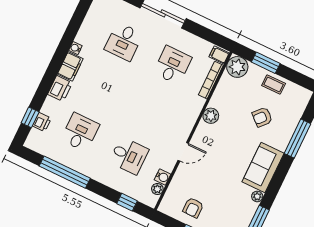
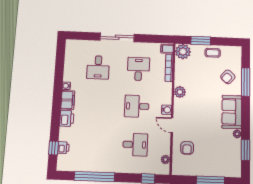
armchair: (262, 117) -> (228, 77), moved
desk: (80, 132) -> (137, 106), moved, turned -90
door: (183, 152) -> (172, 125), swing flipped
water cooler: (163, 177) -> (167, 110), moved
armchair: (193, 208) -> (187, 148), moved

